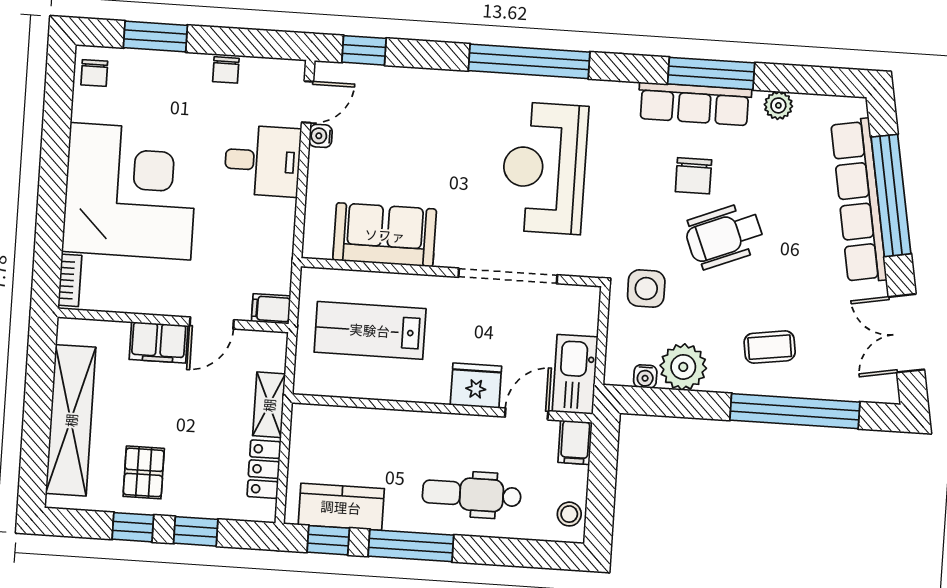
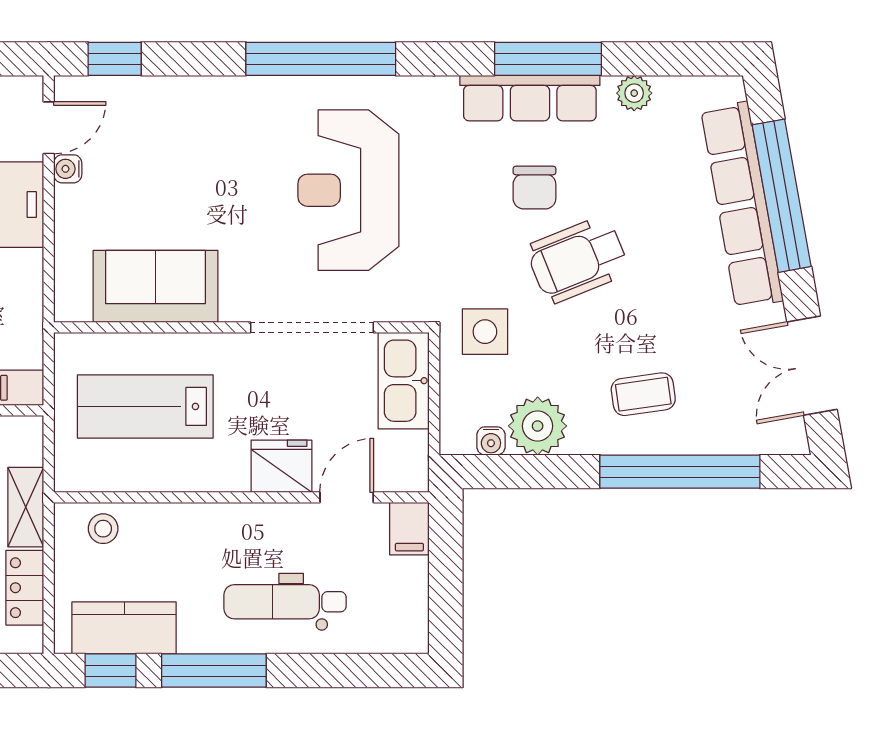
kitchen sink: (575, 374) -> (404, 381), moved
stool: (569, 514) -> (103, 529), moved

